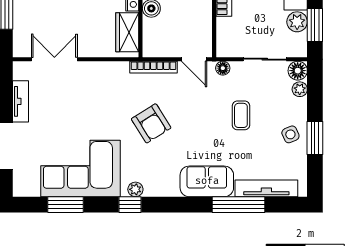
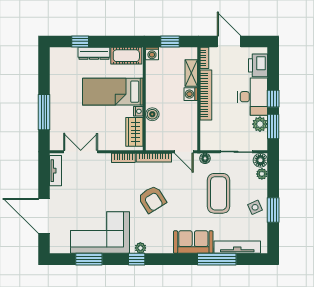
bookcase: (112, 68) -> (123, 158), added
tv unit: (21, 101) -> (56, 171), moved
coffee table: (241, 115) -> (219, 193), width x1.86, depth x1.72

